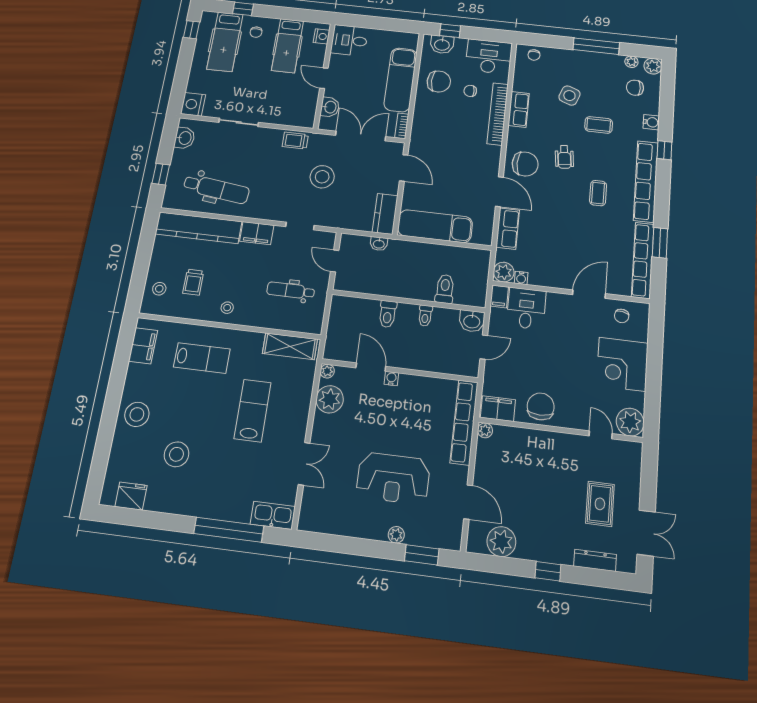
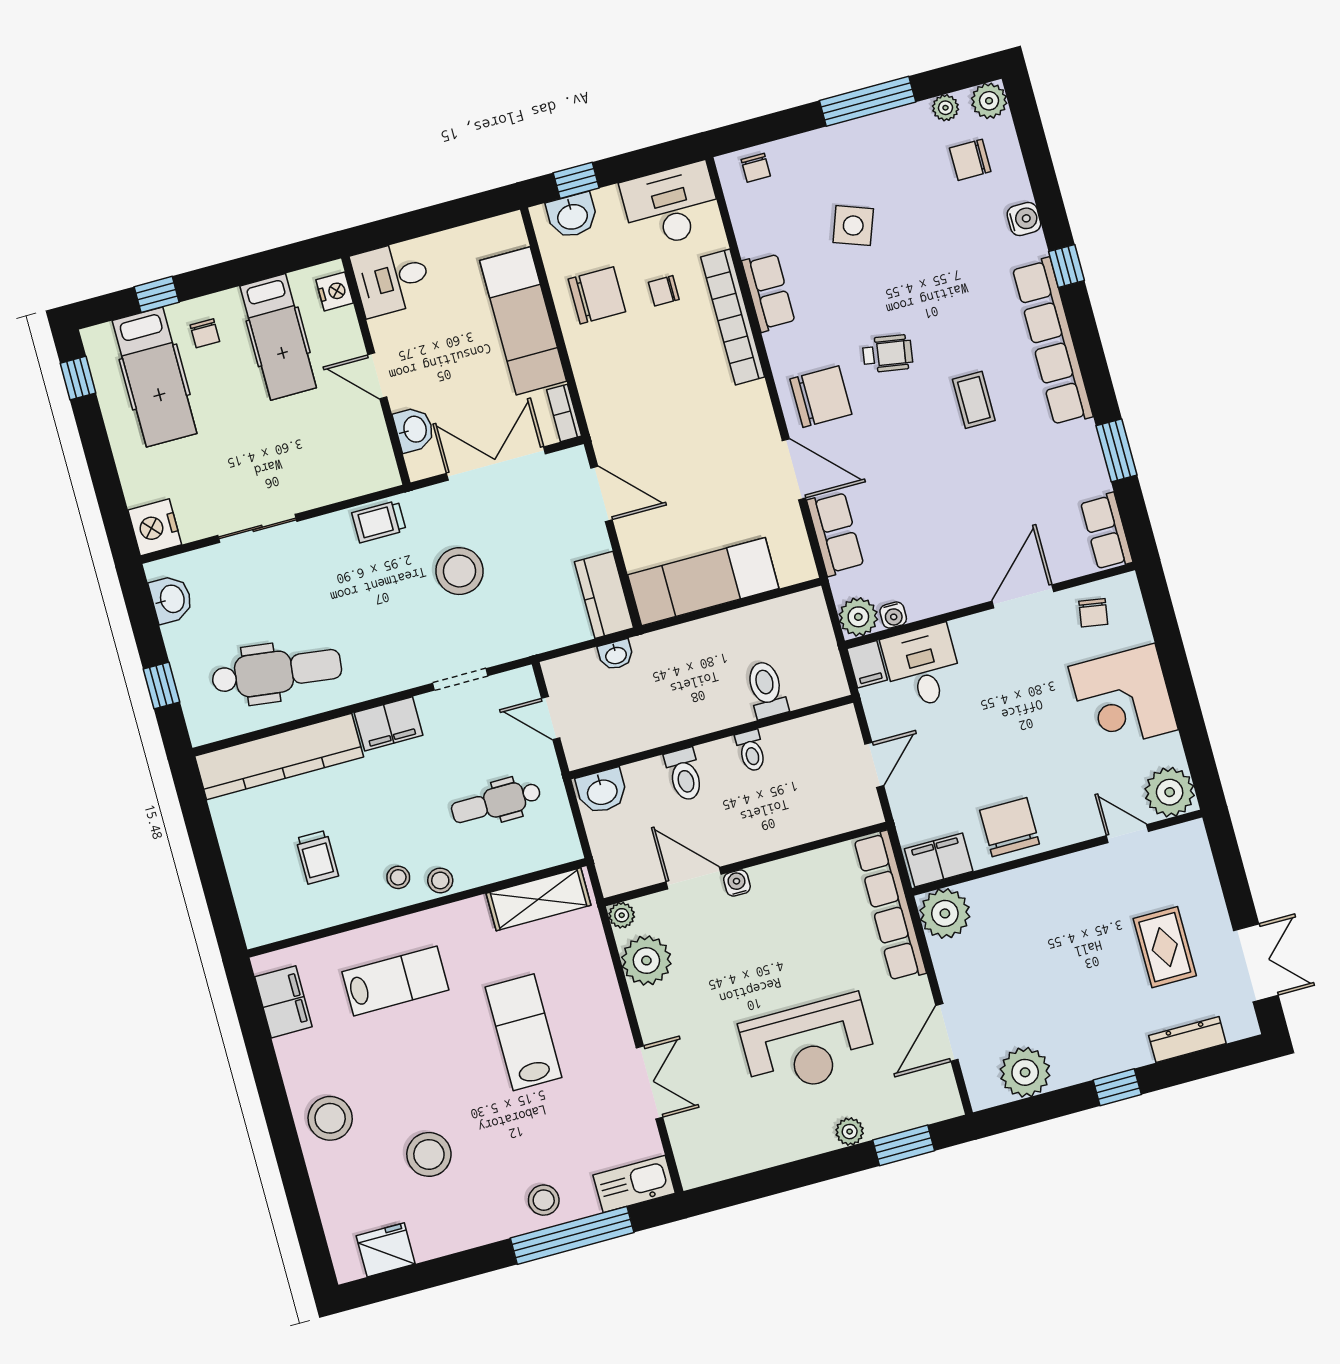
coffee table: (599, 125) -> (928, 264), removed
wheelchair: (564, 157) -> (888, 354), turned -75
row of seats: (643, 260) -> (1106, 532), width x0.50
stool: (159, 289) -> (440, 880), moved
washbasin: (472, 321) -> (602, 791), moved
plant: (485, 430) -> (945, 913), width x1.87, depth x1.87
door: (468, 502) -> (947, 1033), swing flipped
stool: (223, 504) -> (544, 1200), added

